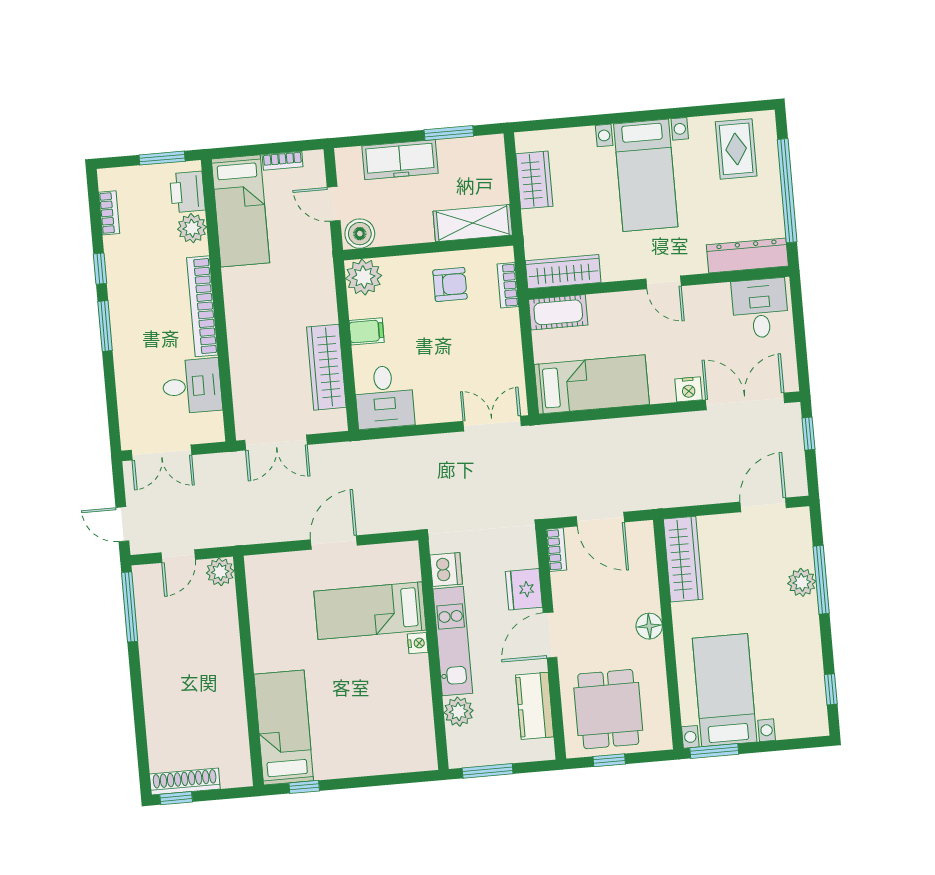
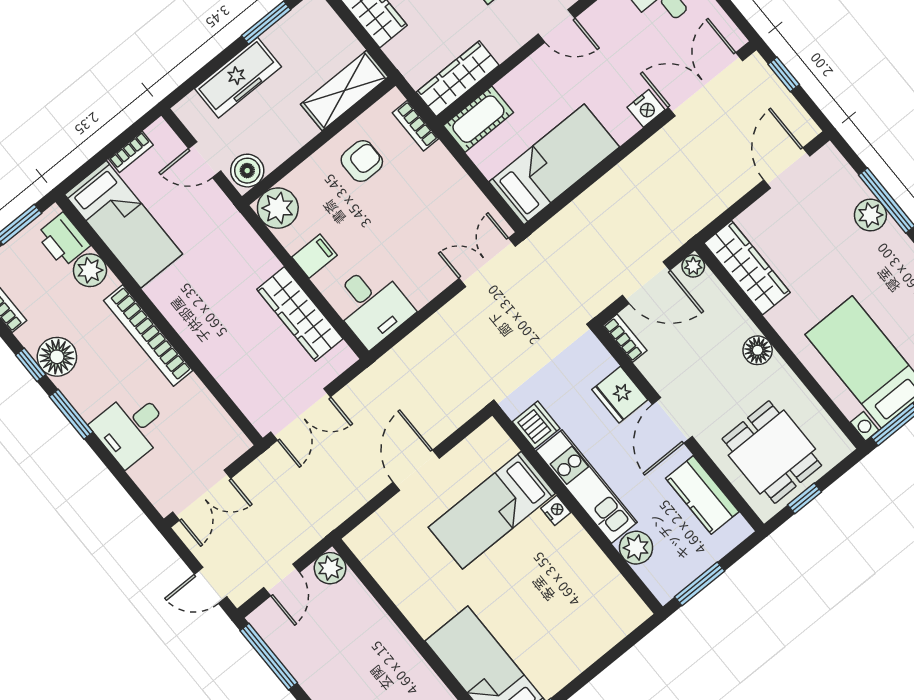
floor lamp: (124, 276) -> (57, 357), added
desk: (192, 386) -> (131, 428), moved, turned 180
plant: (644, 531) -> (693, 266), added

